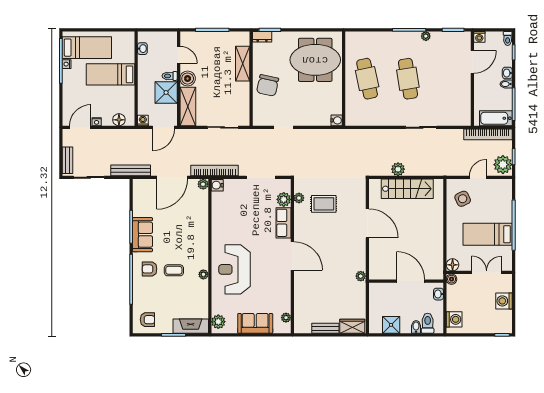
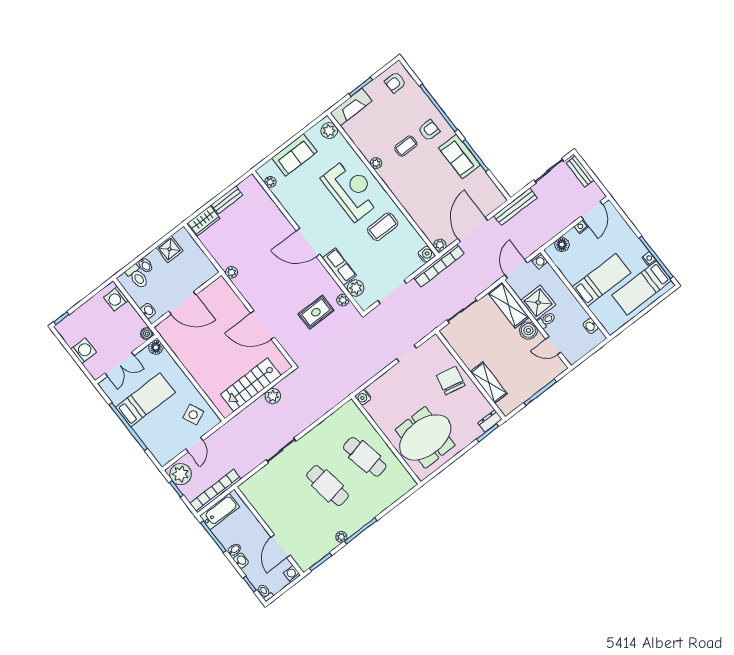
coffee table: (233, 227) -> (383, 227), added

